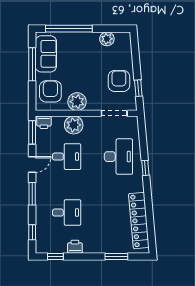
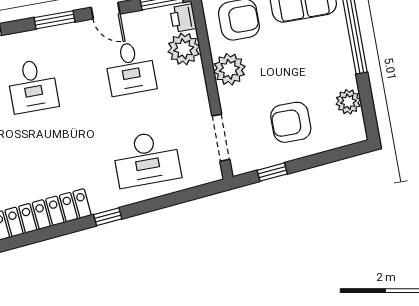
armchair: (119, 81) -> (291, 122), moved, turned 180
plant: (74, 125) -> (184, 49), moved
window: (145, 168) -> (108, 217), moved

